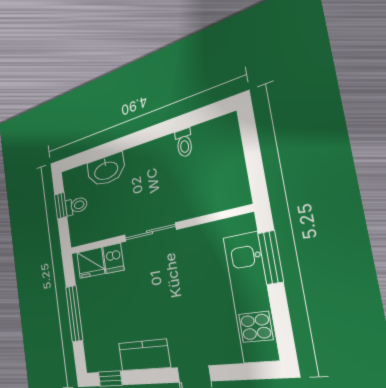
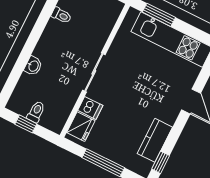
washbasin: (106, 170) -> (33, 66), width x0.52, depth x0.69
kitchen counter: (144, 355) -> (155, 140), moved

